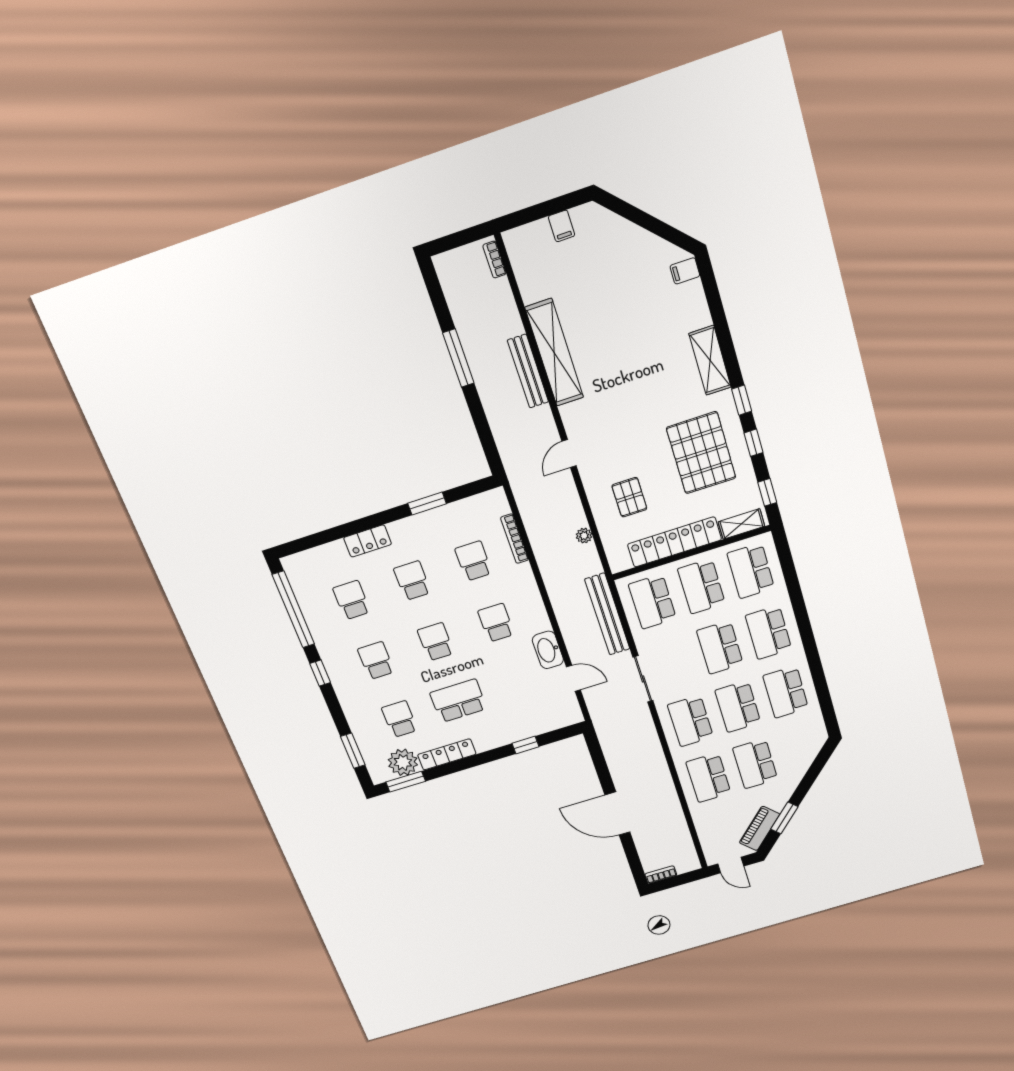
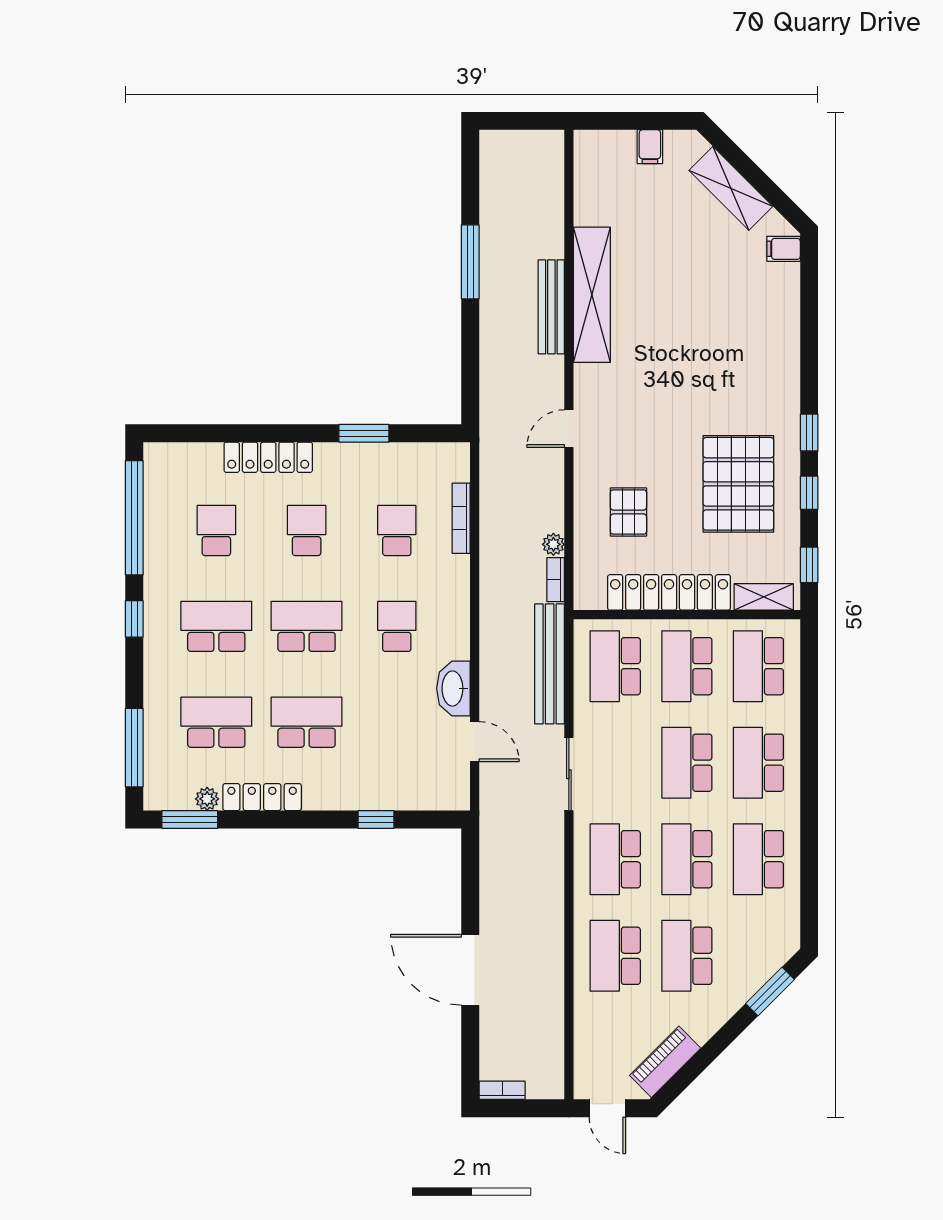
bookcase: (495, 260) -> (556, 580), moved
shelving: (710, 360) -> (731, 188), moved, turned -45
locker: (368, 541) -> (268, 457), width x1.53
school desk: (436, 642) -> (307, 626), width x1.85
school desk: (376, 661) -> (216, 626), width x1.85
school desk: (400, 719) -> (216, 722), width x1.85
window: (353, 751) -> (134, 748), width x1.44
plant: (403, 762) -> (207, 799), width x0.53, depth x0.53
window: (784, 818) -> (770, 991), moved

